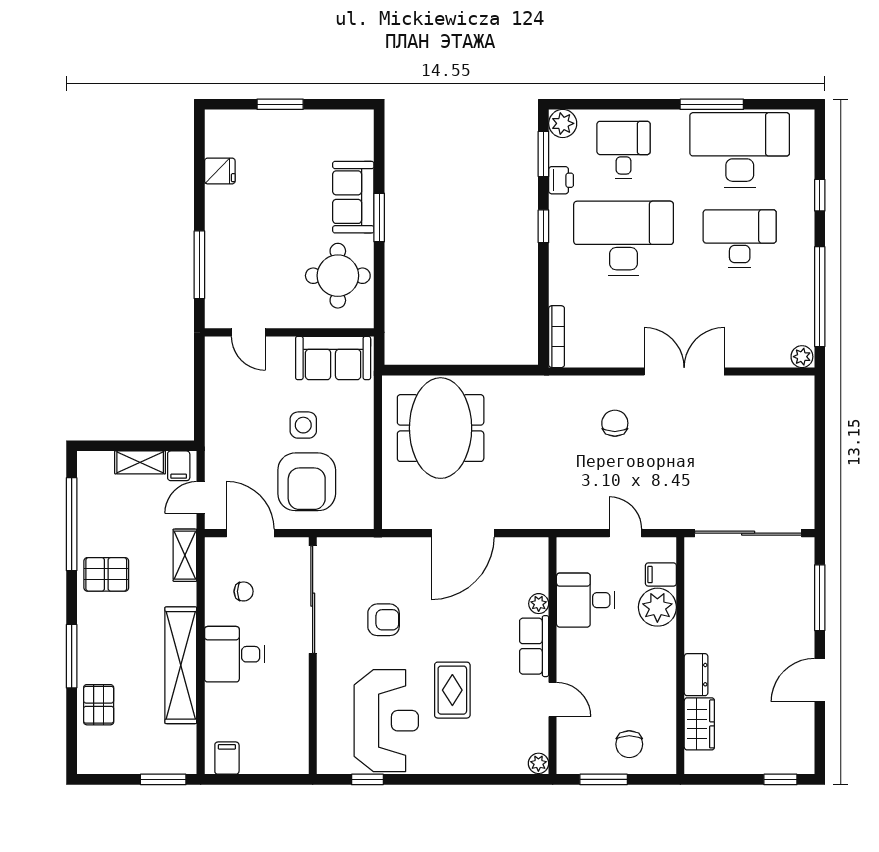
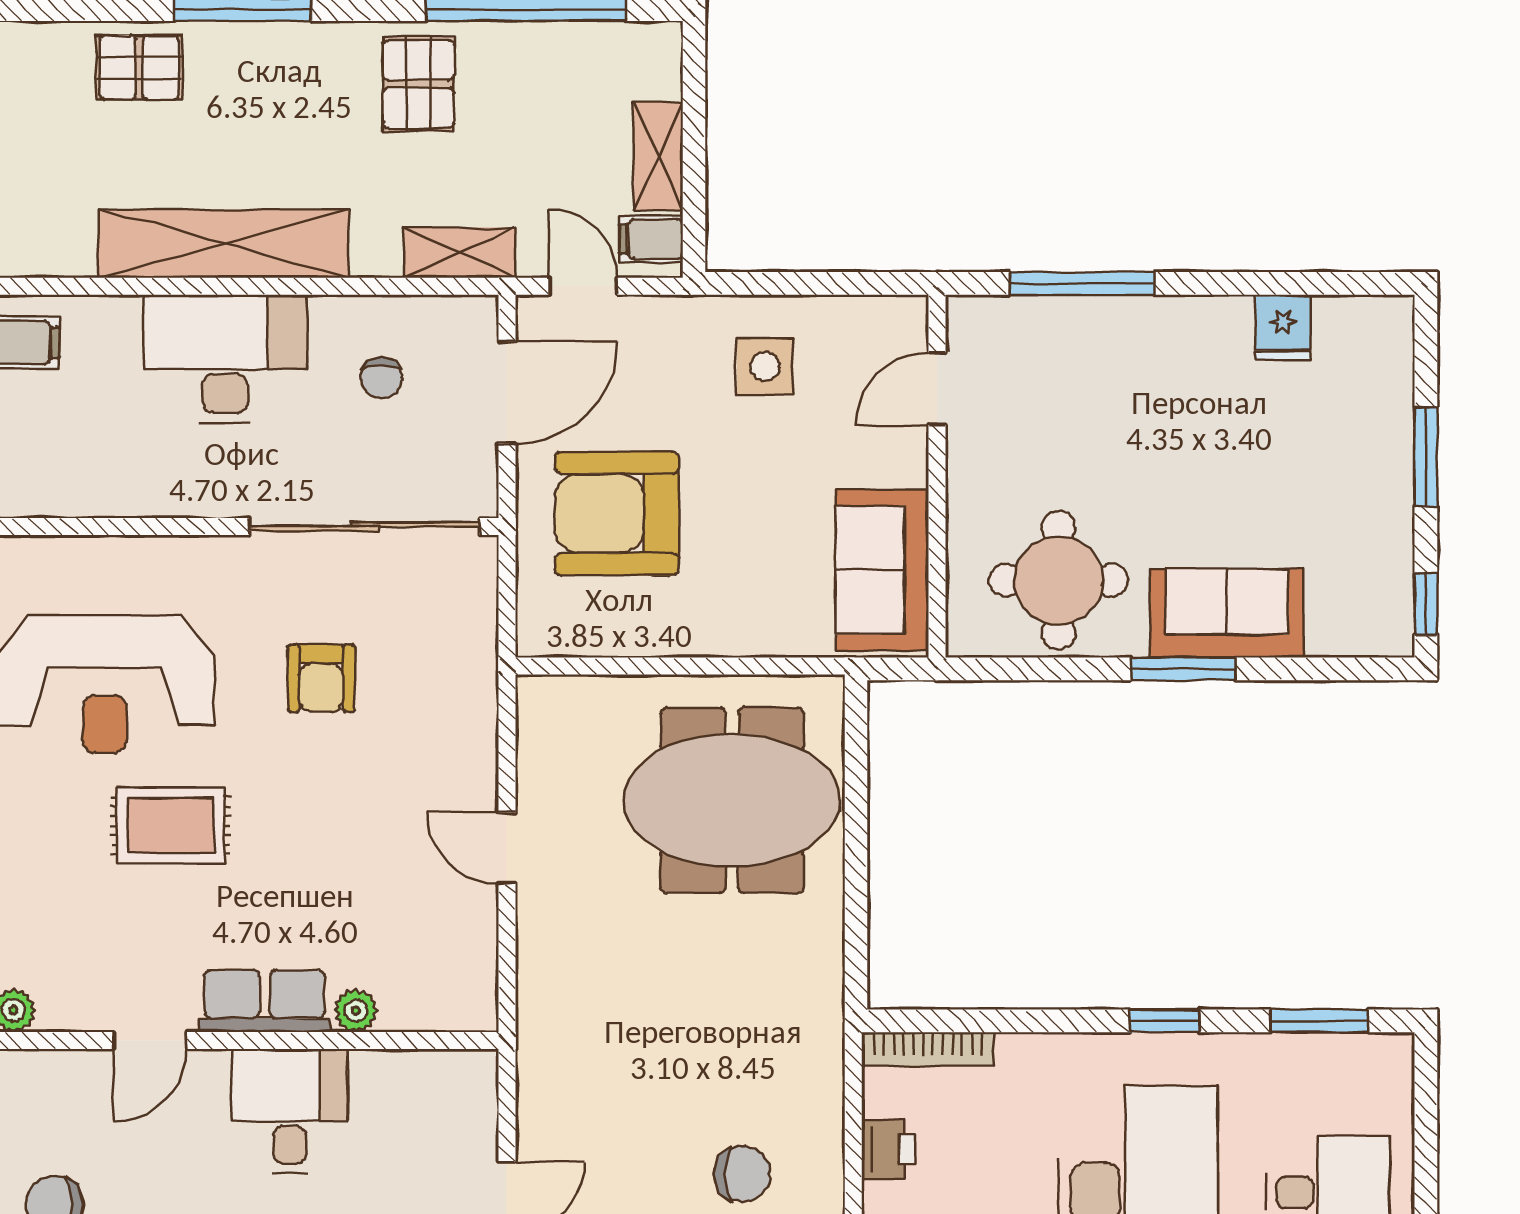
window: (349, 104) -> (1426, 604), added
plant: (563, 123) -> (1385, 1062), removed
printer: (561, 180) -> (888, 1149), moved, turned -90
side table: (303, 425) -> (765, 366), moved
door: (463, 533) -> (507, 848), width x0.53
desk: (586, 600) -> (290, 1111), moved
desk: (234, 654) -> (225, 359), width x1.37

